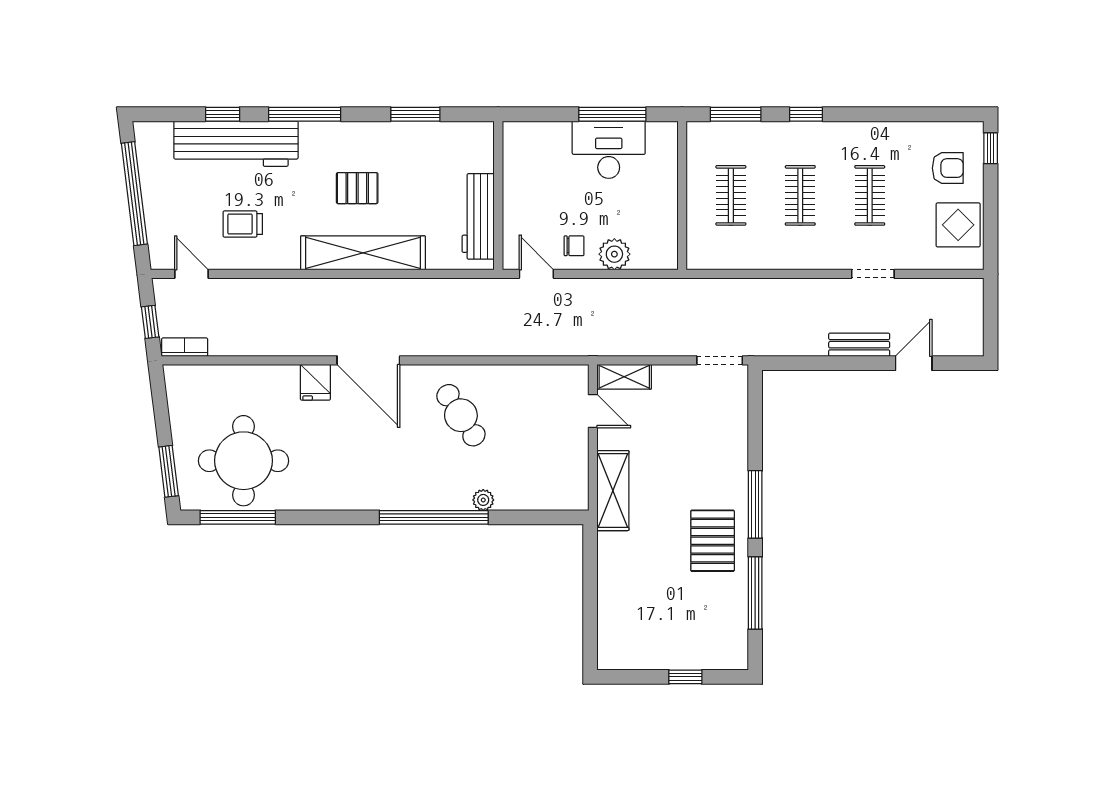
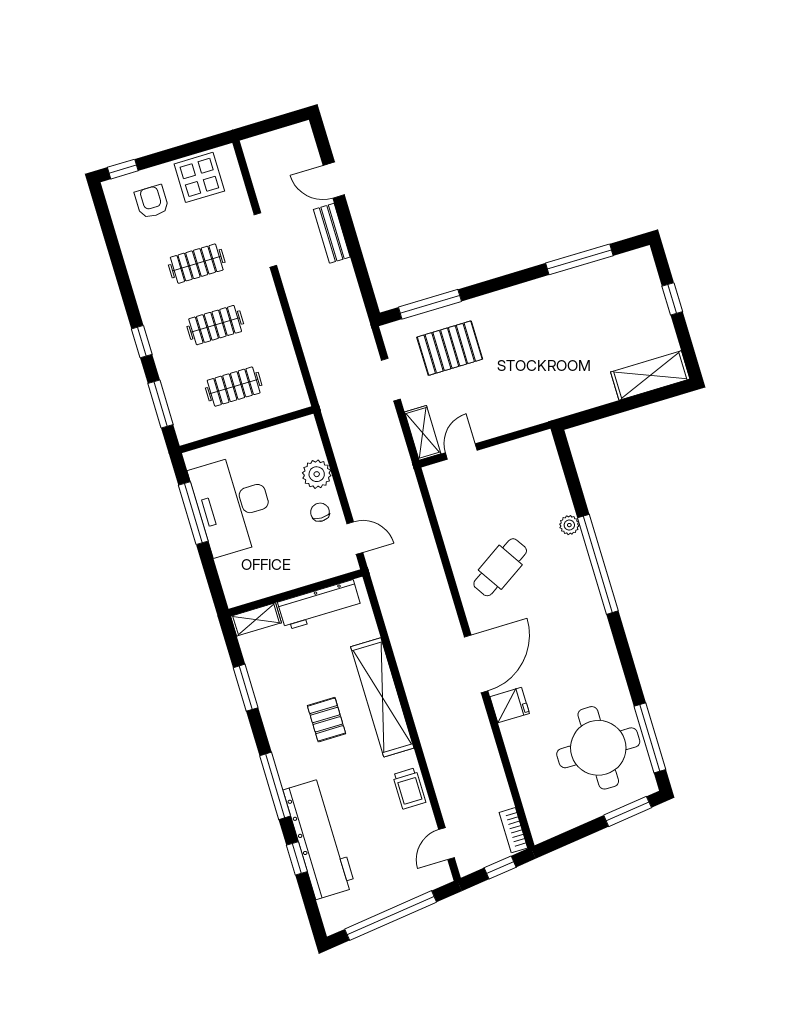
shelving: (483, 146) -> (256, 619), added
desk: (609, 150) -> (233, 505), width x1.36, depth x1.30
trolley: (243, 224) -> (409, 788), moved
door: (536, 274) -> (355, 538), swing flipped
doorway: (873, 274) -> (265, 240), width x1.38
doorway: (720, 360) -> (391, 380), moved
shelving: (613, 491) -> (650, 376), moved
window: (755, 504) -> (430, 304), moved
pallet: (713, 541) -> (450, 348), moved

